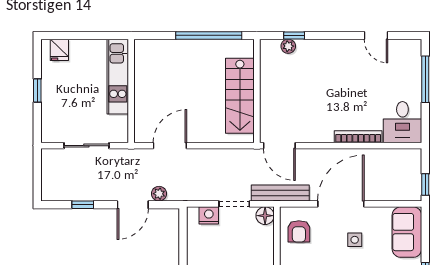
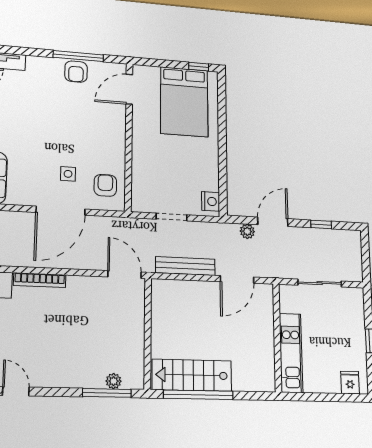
window: (294, 35) -> (107, 393), width x2.17
stairs: (240, 96) -> (192, 375), moved, turned -90
bench: (280, 193) -> (185, 266), moved
nightstand: (209, 215) -> (211, 201), moved, turned -90
floor lamp: (265, 216) -> (140, 203), removed
side table: (355, 240) -> (68, 174), moved

